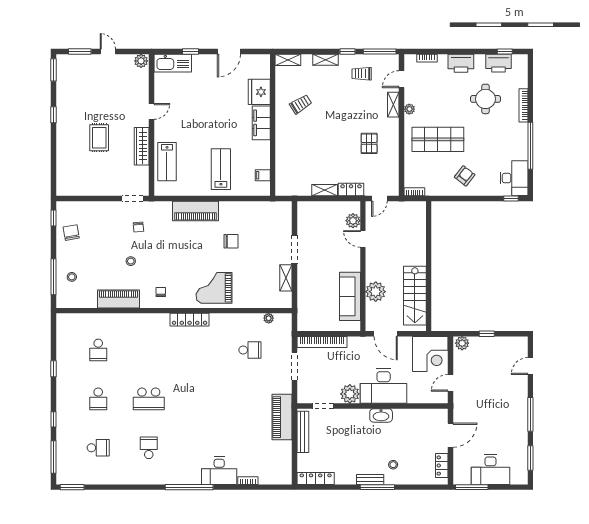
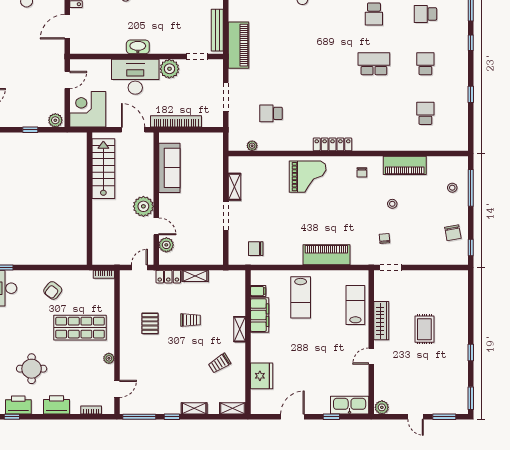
trolley: (362, 74) -> (190, 320), moved
shelving: (393, 105) -> (240, 329), moved
filing cabinet: (261, 123) -> (260, 315), moved
chair: (231, 241) -> (256, 249), moved
plant: (376, 292) -> (143, 206), moved
bookcase: (322, 342) -> (176, 121), moved

